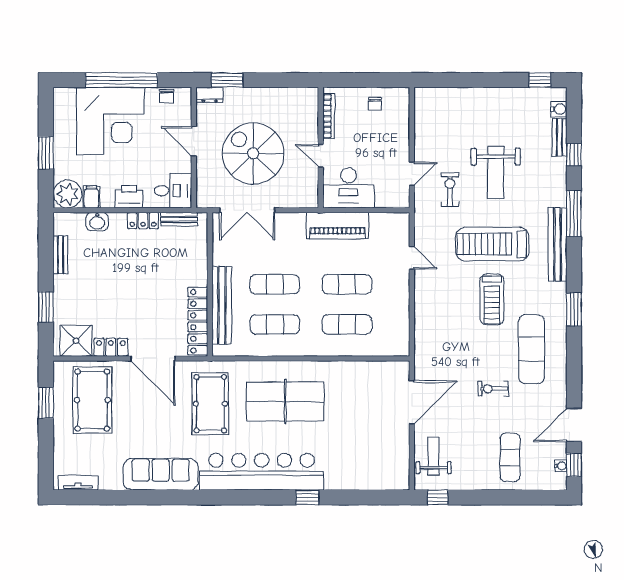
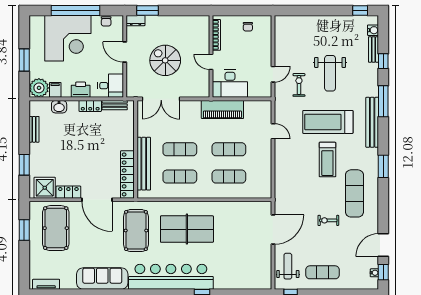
spiral stairs: (253, 154) -> (165, 60), width x0.73, depth x0.73
exercise mat: (510, 457) -> (323, 272), moved, turned 90

